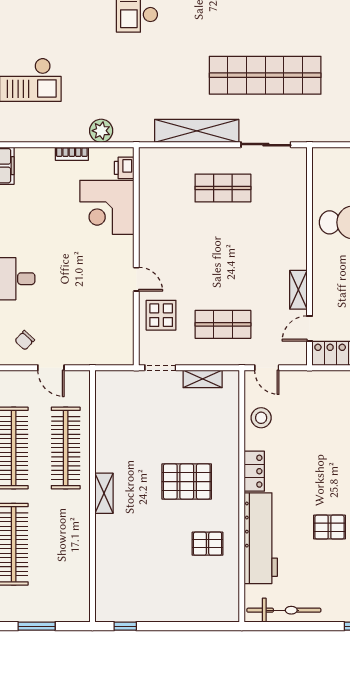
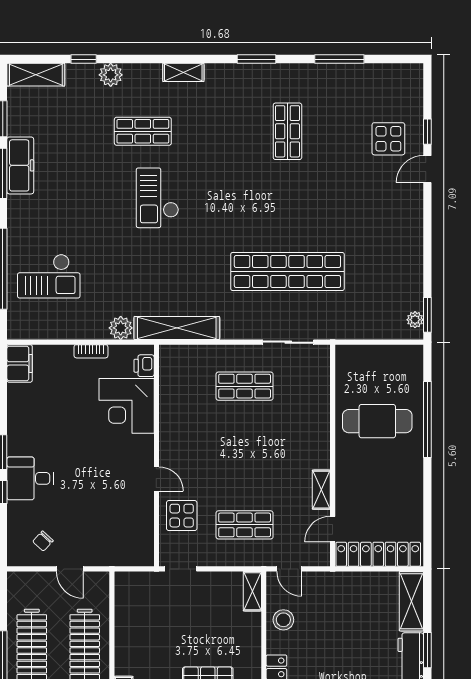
shelving: (197, 131) -> (177, 328), moved
shelving: (203, 379) -> (252, 591), moved, turned 90

